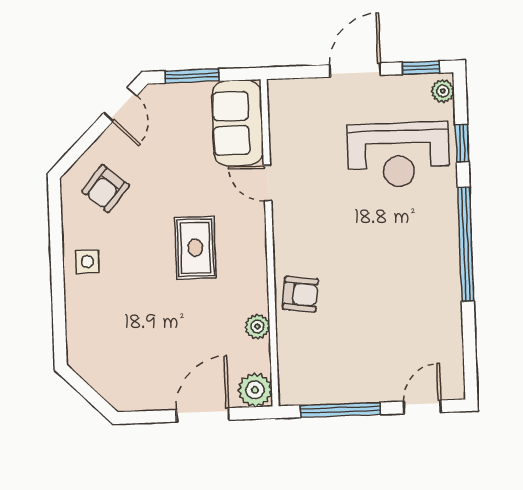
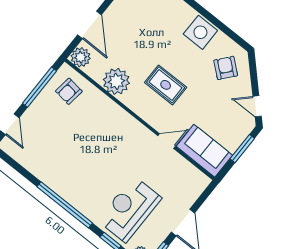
side table: (87, 262) -> (200, 32), width x1.87, depth x1.87
armchair: (300, 294) -> (69, 91), moved
plant: (257, 327) -> (116, 81), width x1.88, depth x1.88

